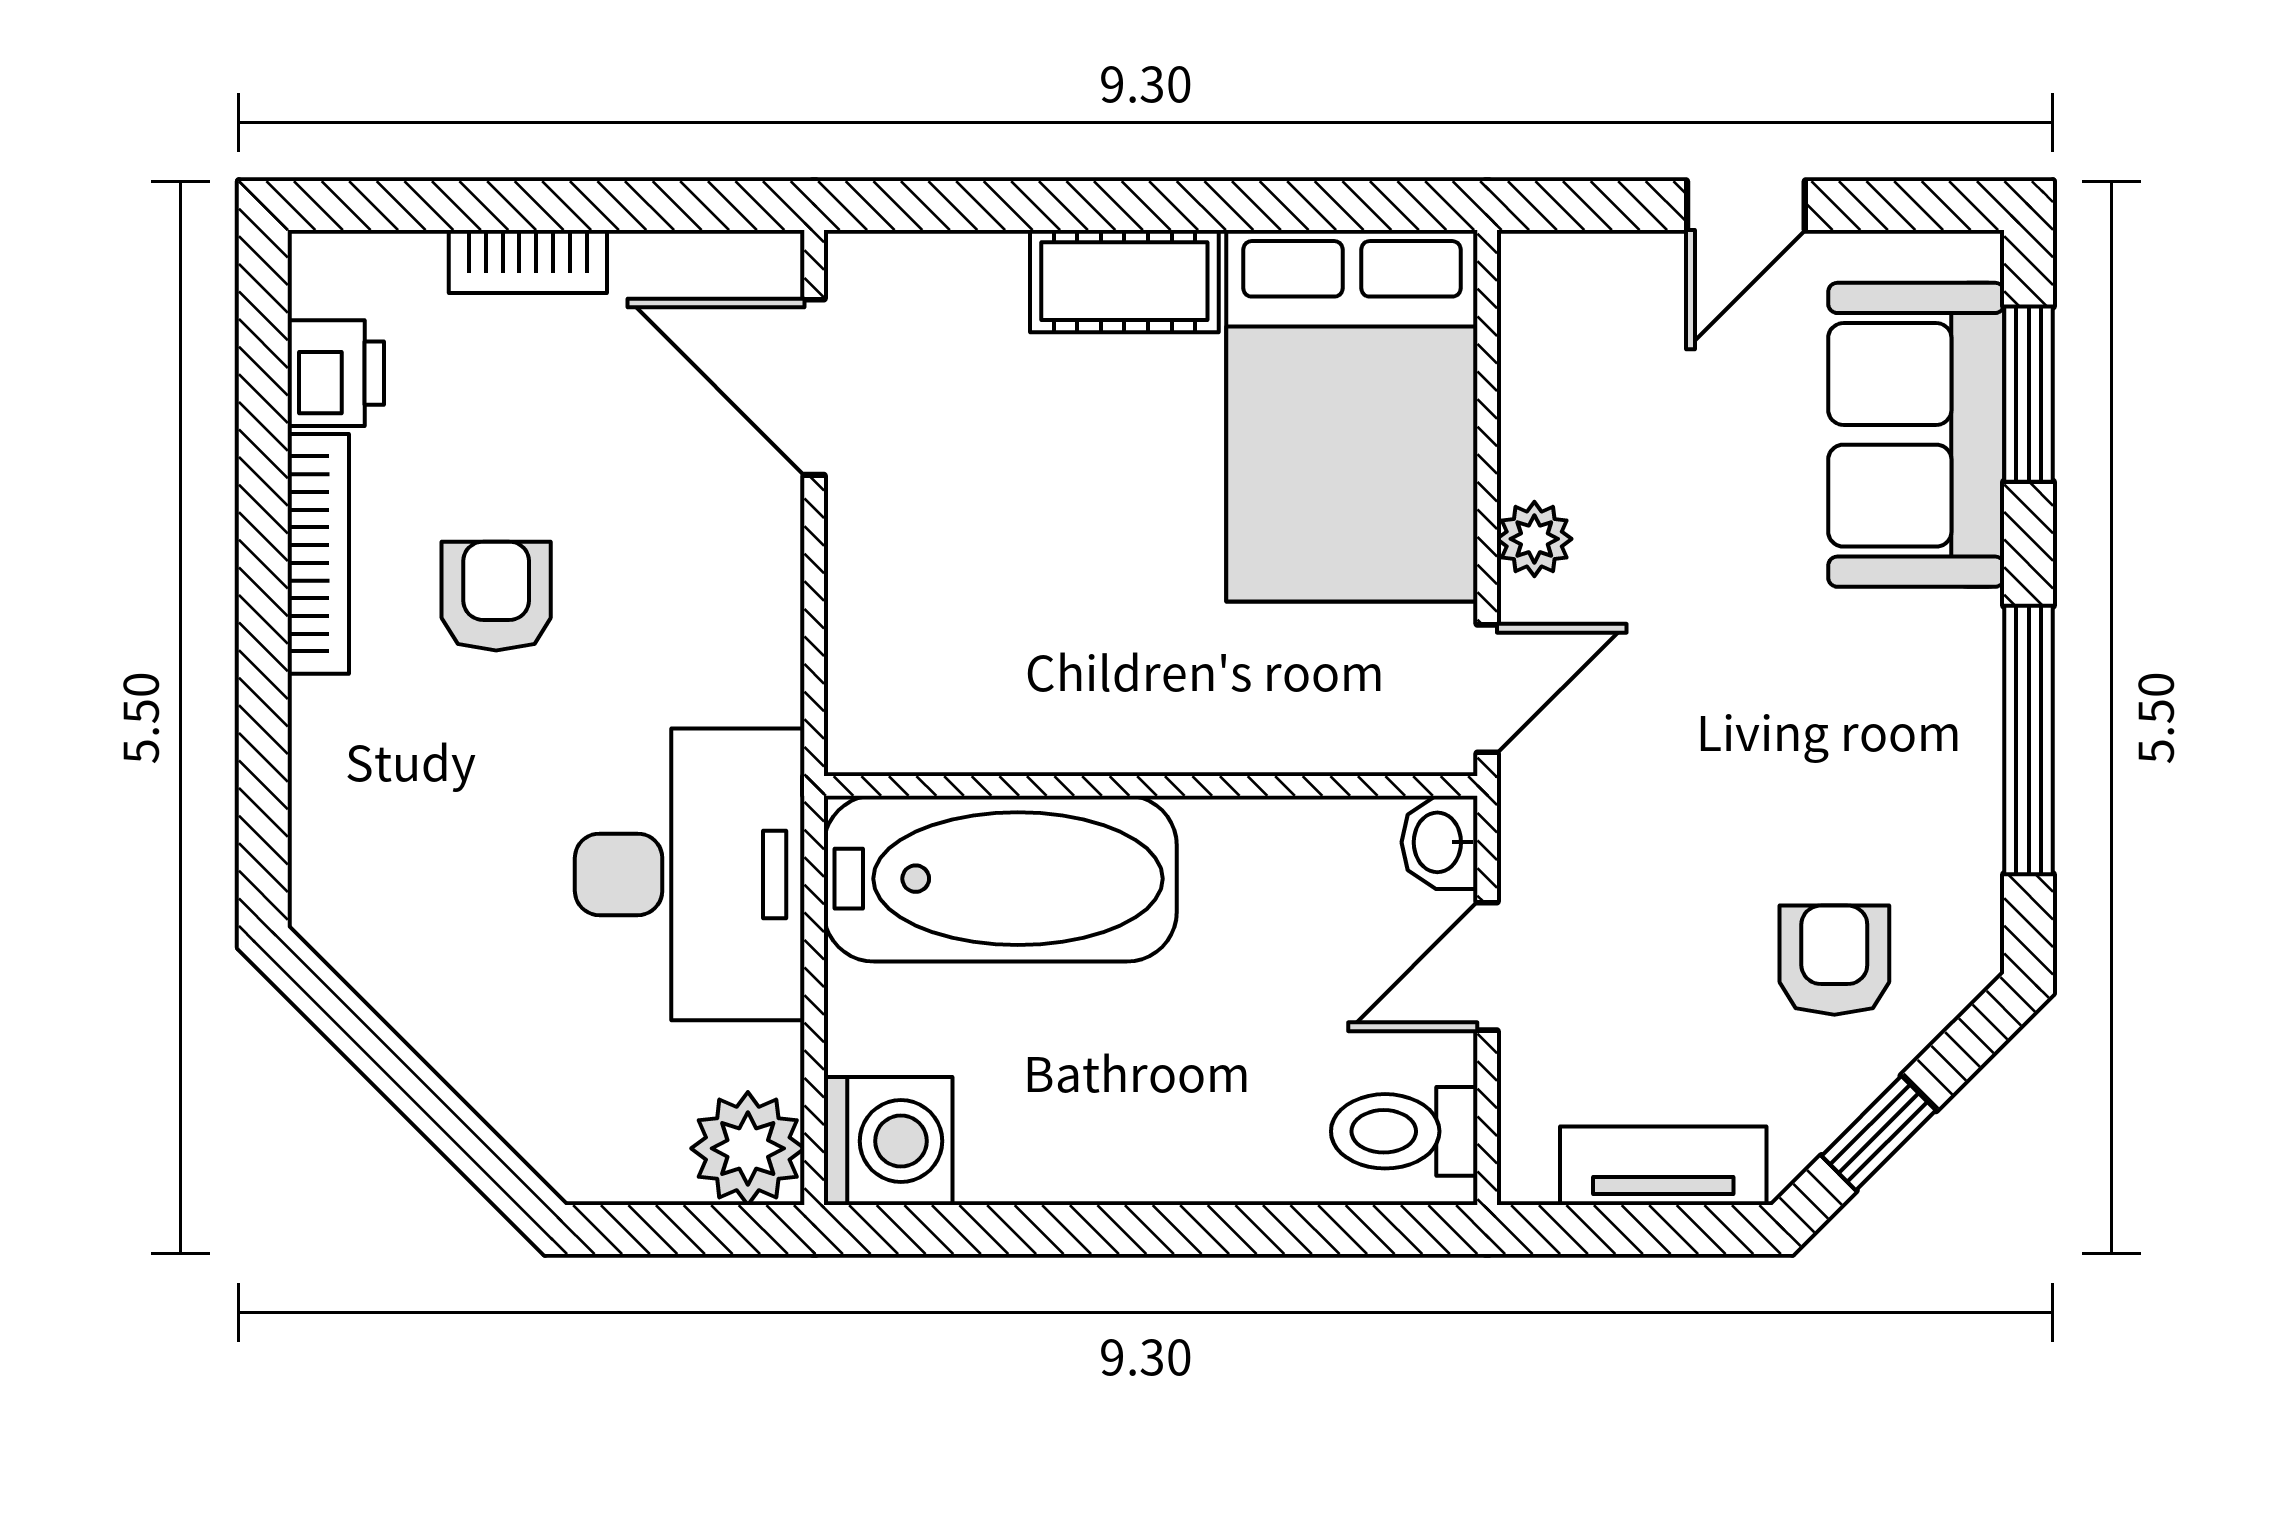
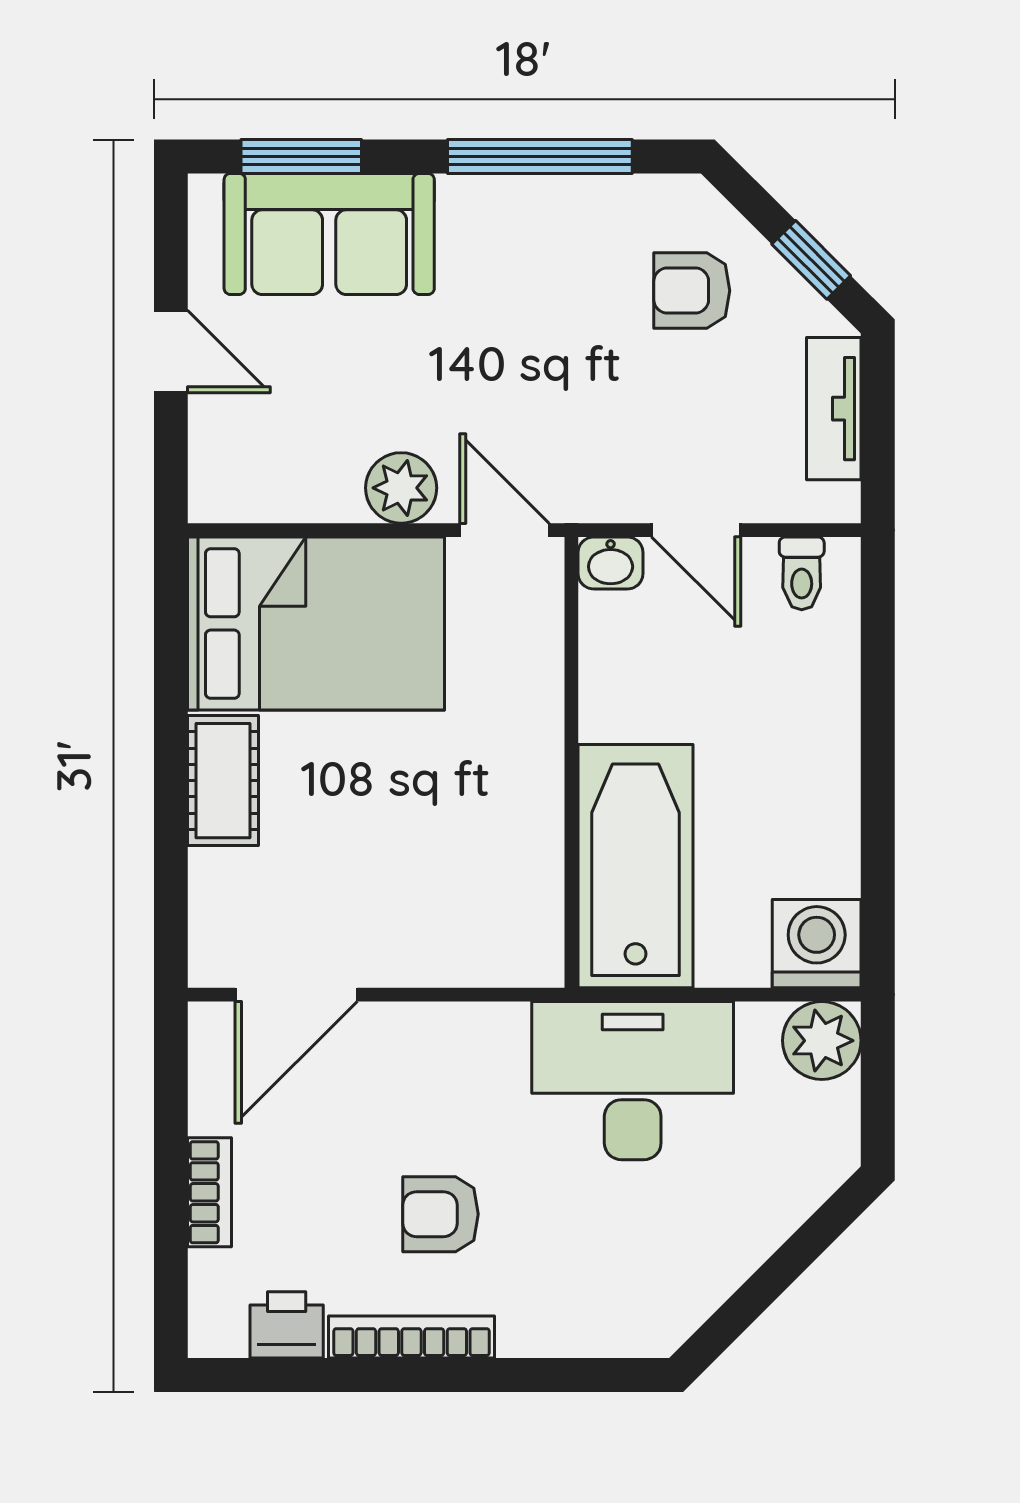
plant: (1534, 539) -> (401, 488), width x1.38, depth x1.38
toilet: (1404, 1131) -> (802, 573), width x0.73, depth x0.72

